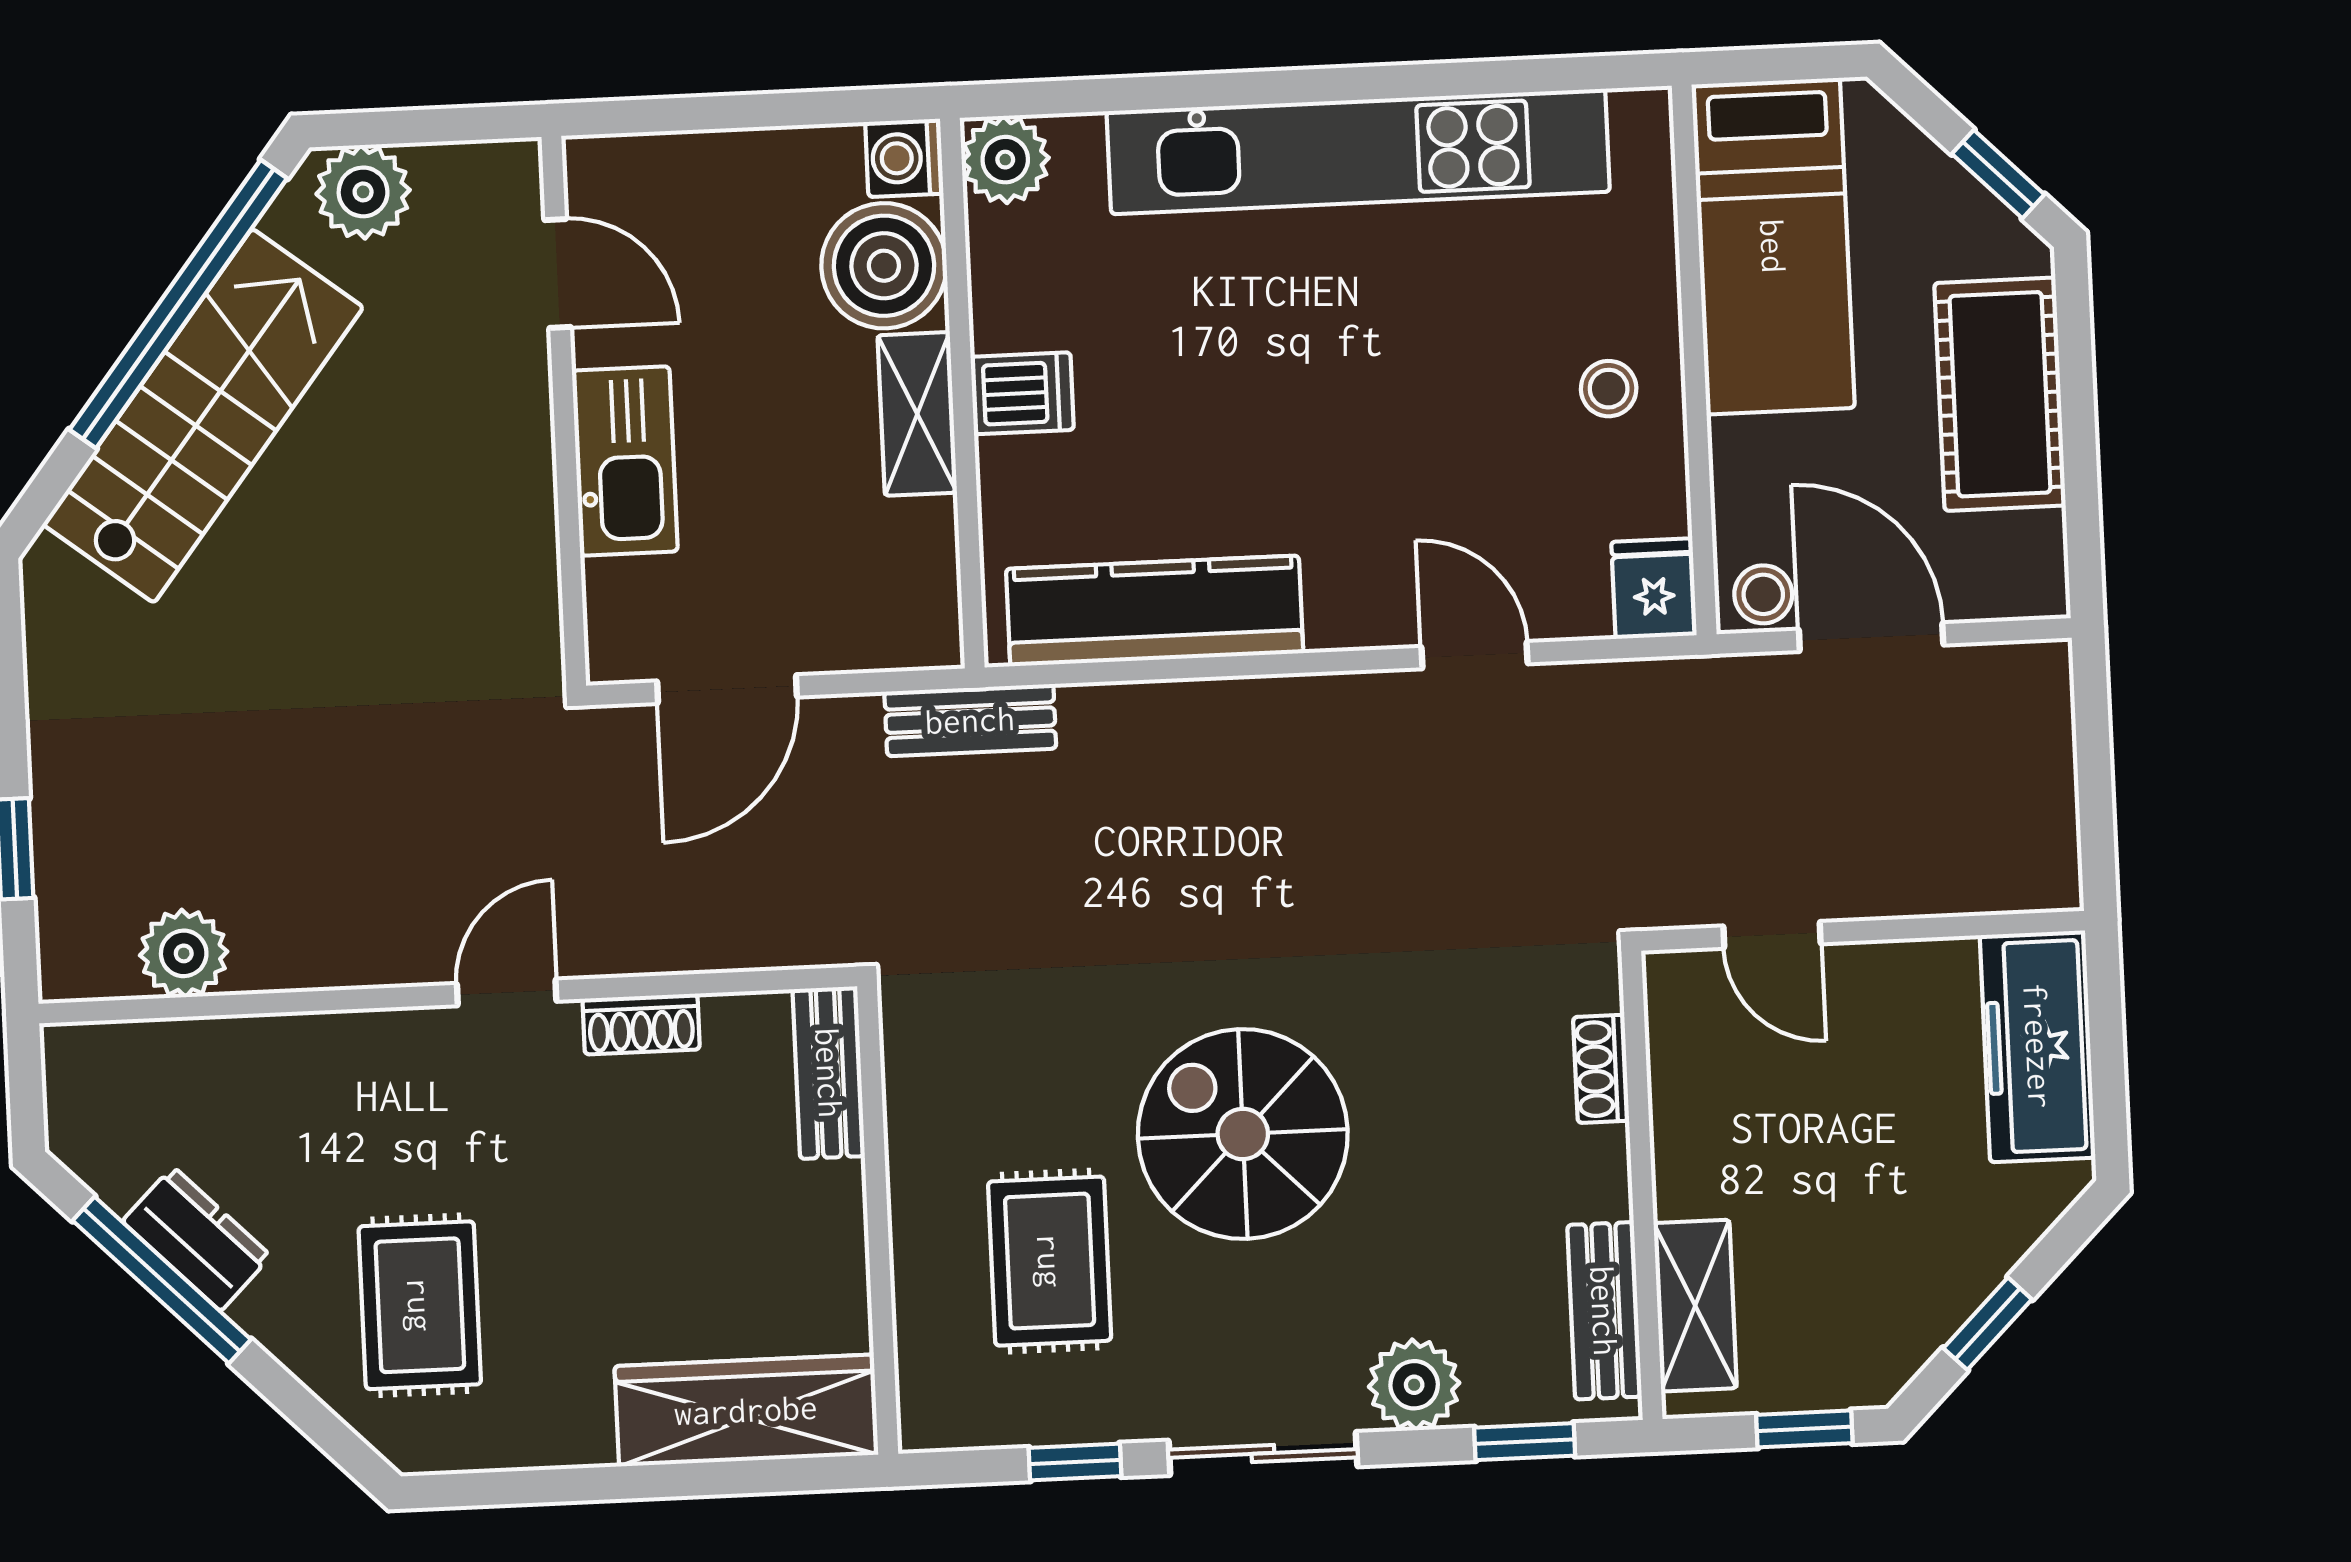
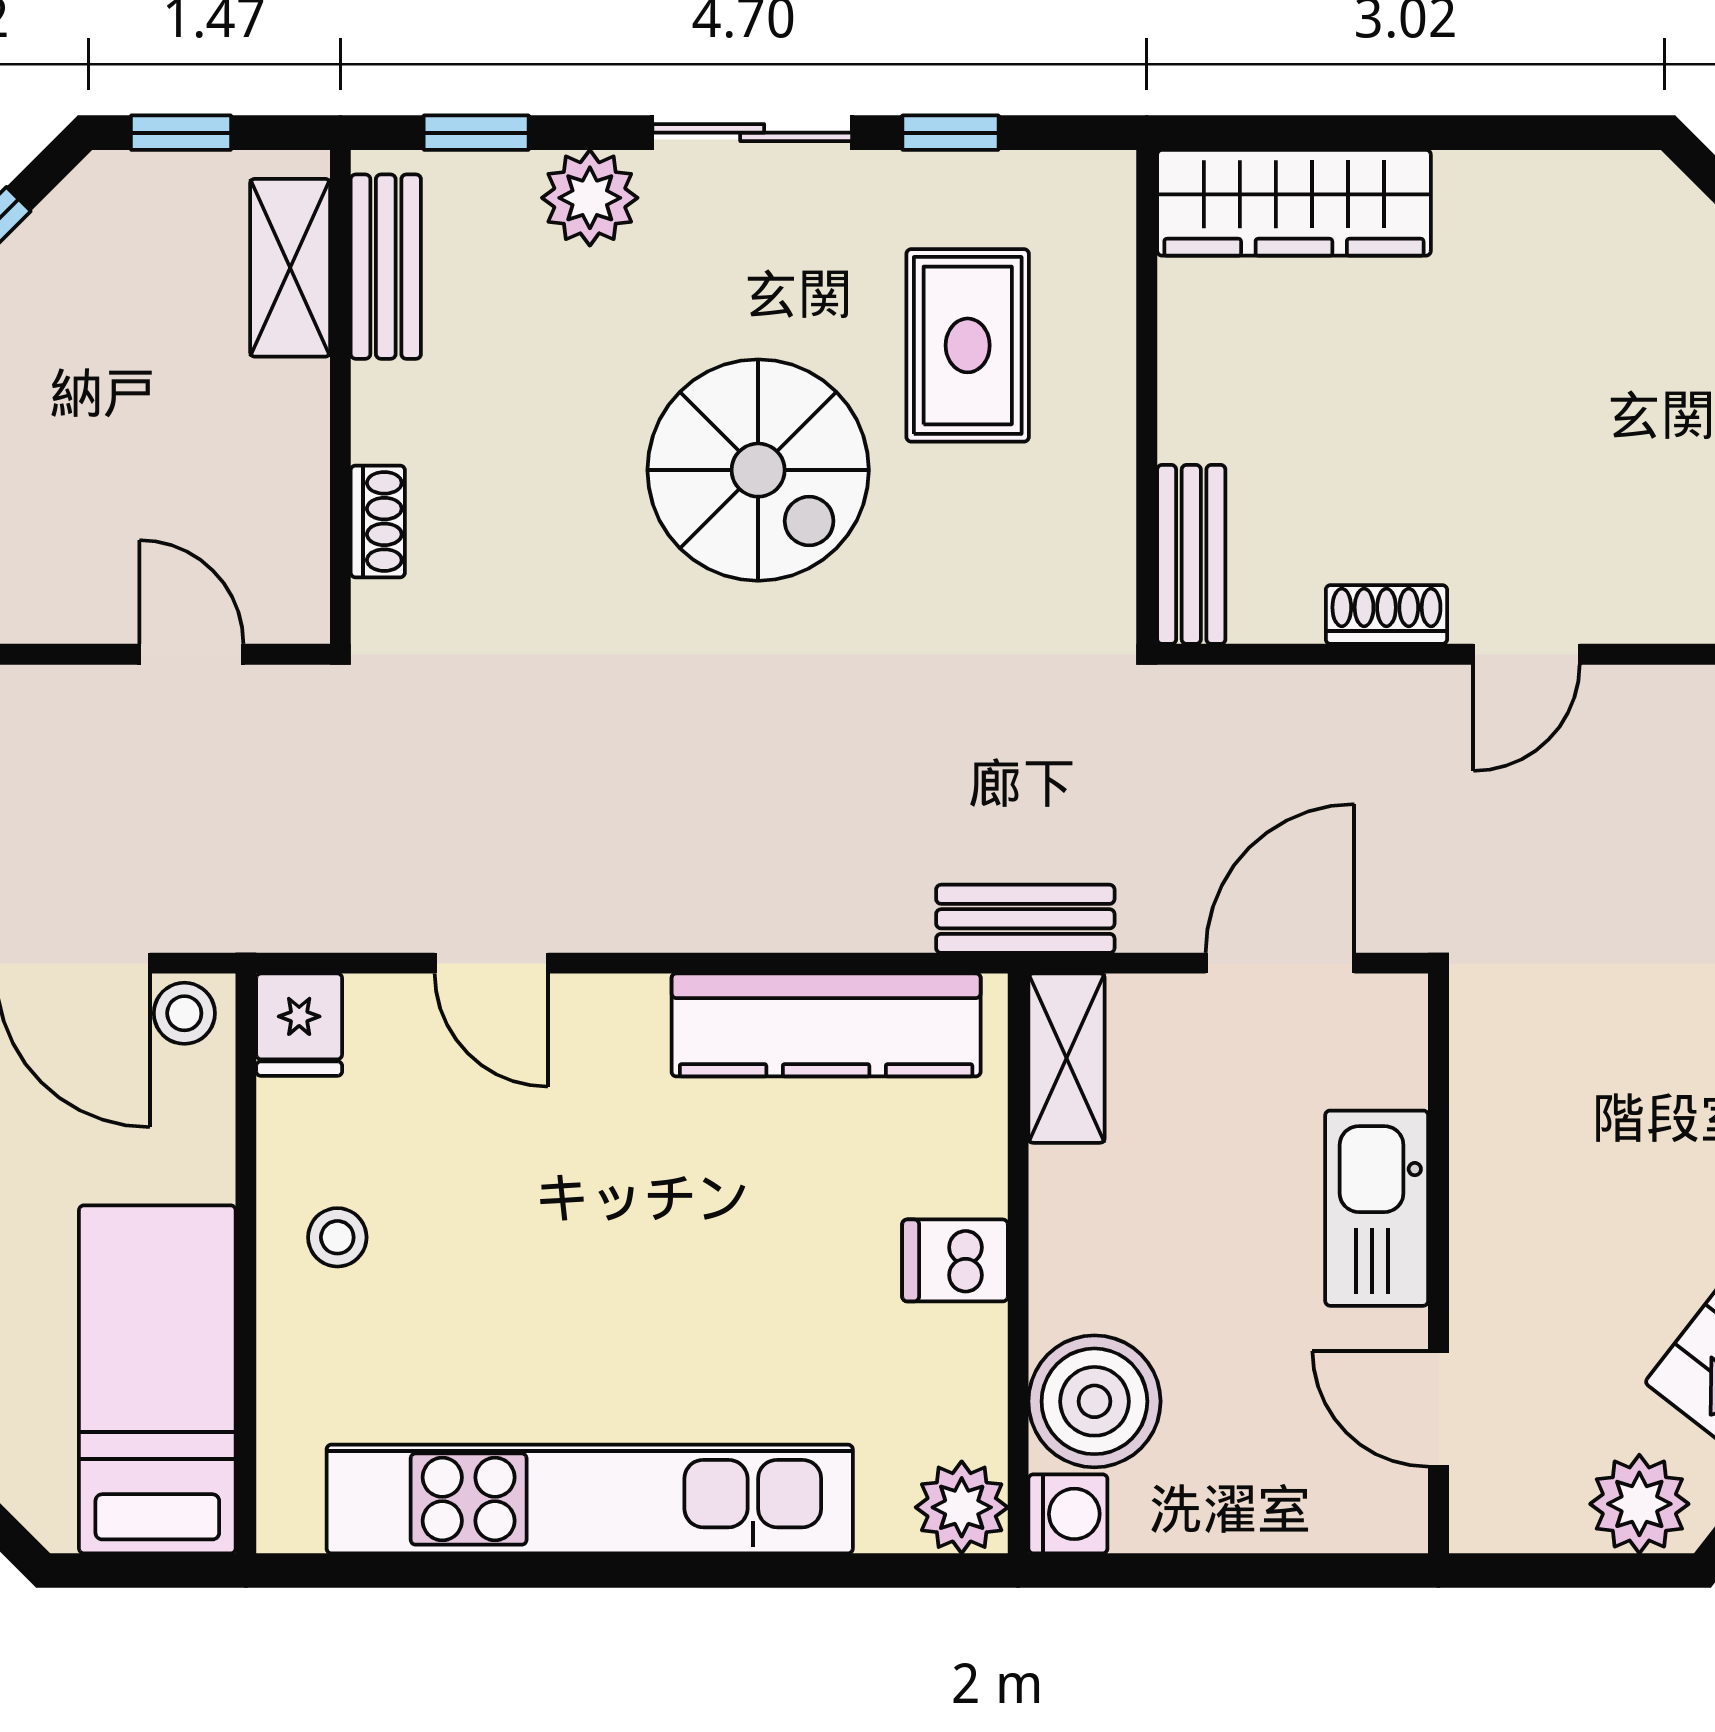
shelving: (917, 414) -> (1066, 1058), moved
rug: (420, 1305) -> (1633, 329), removed

